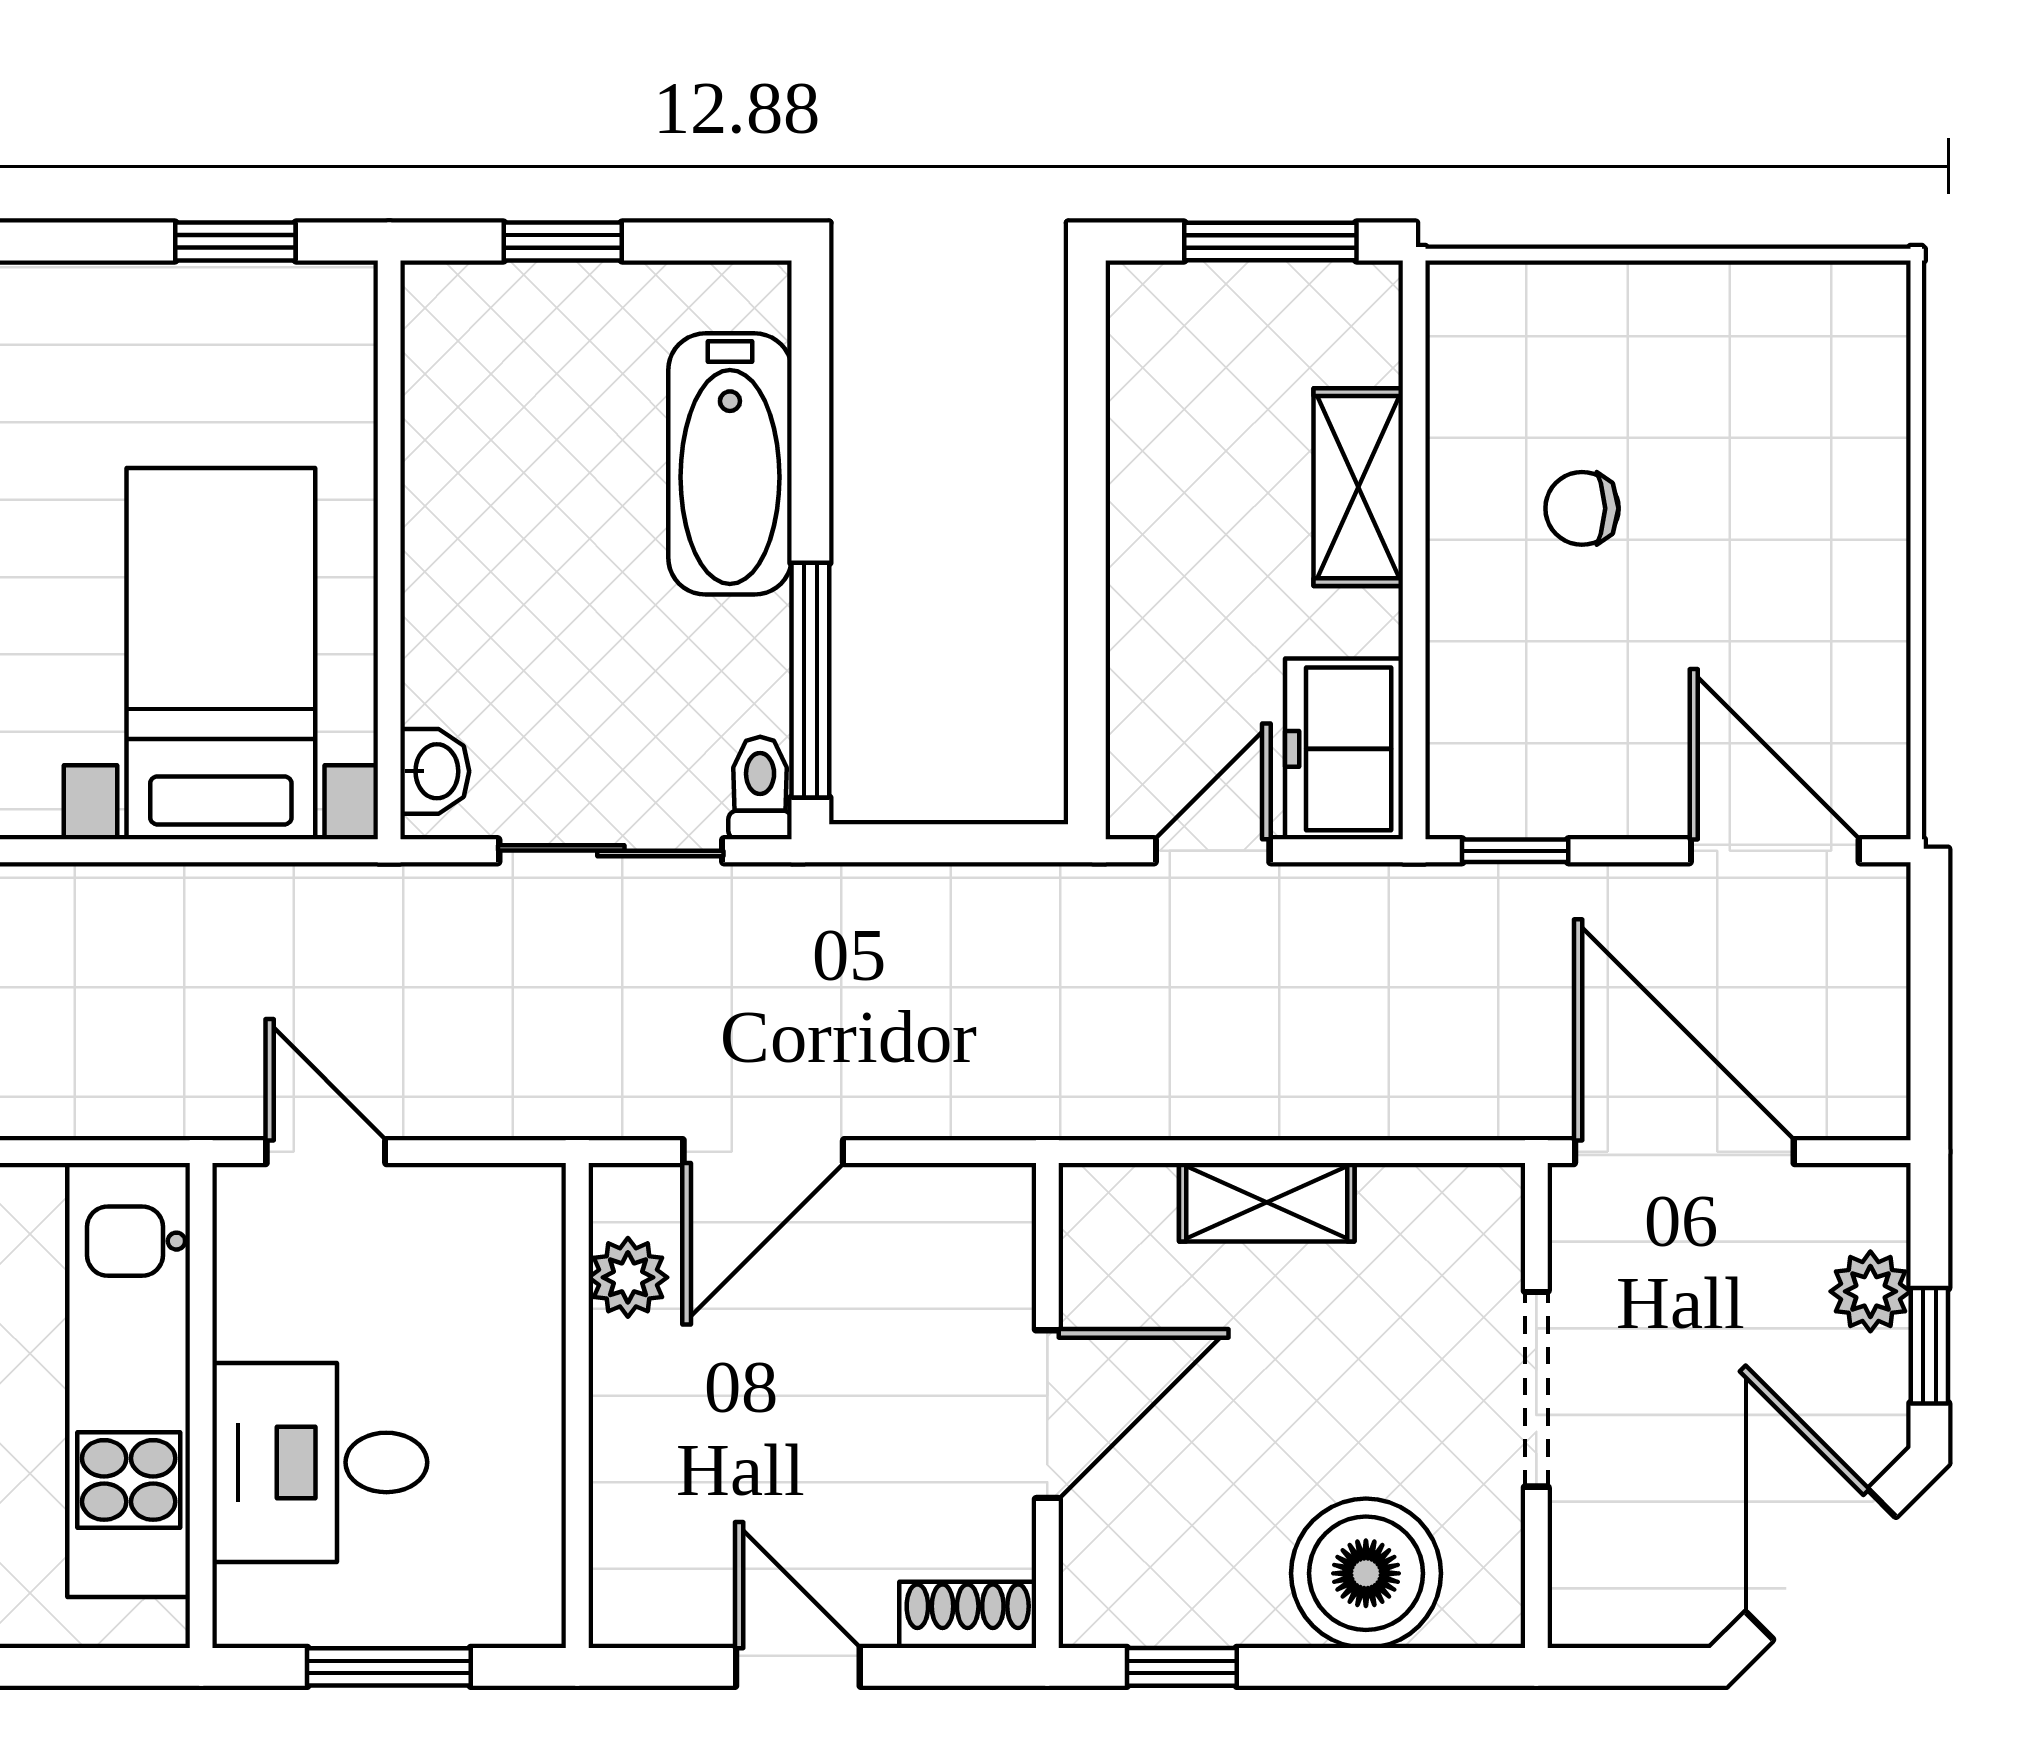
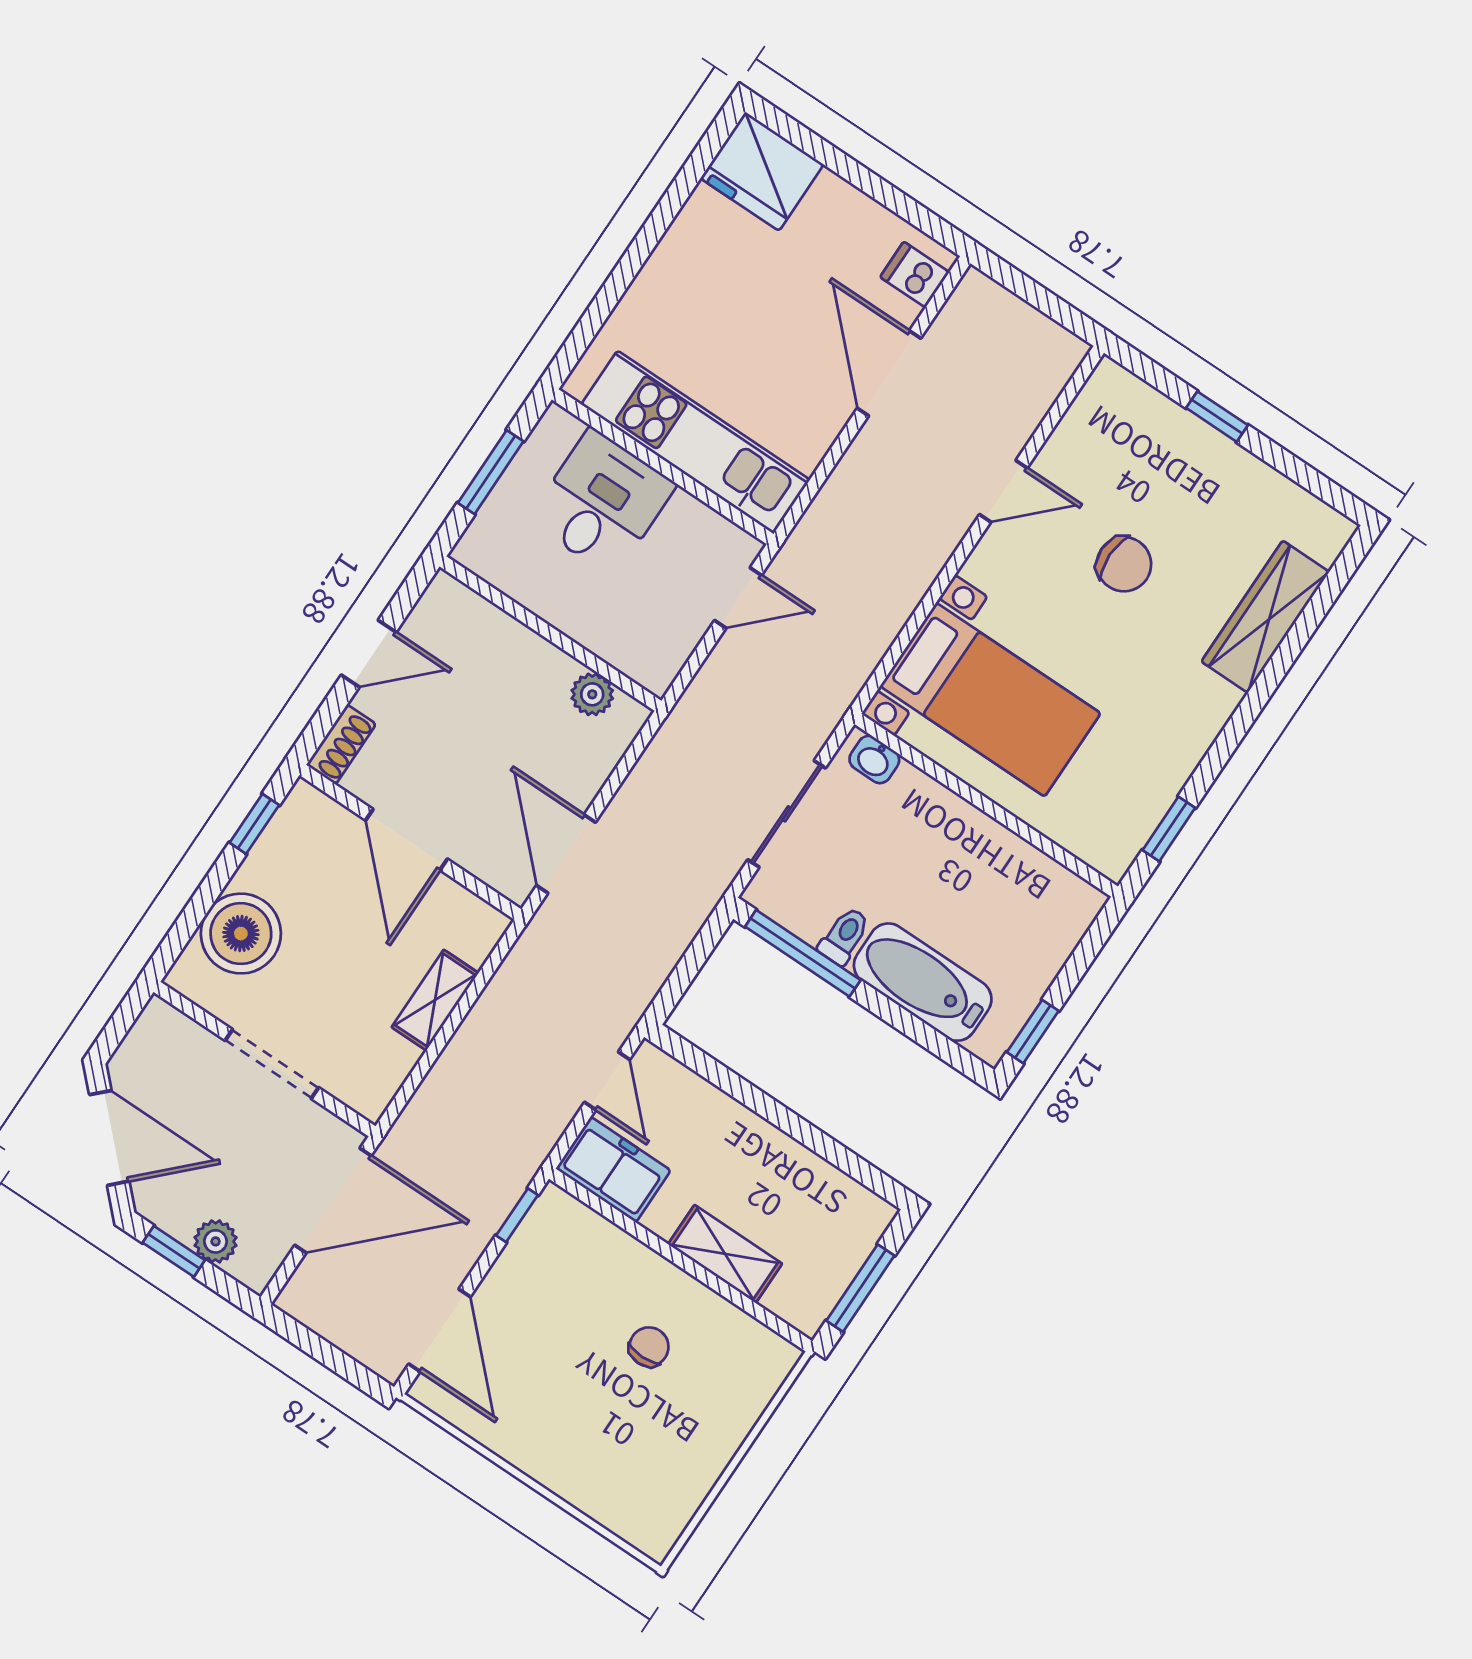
window: (563, 241) -> (1033, 1032), moved
toilet: (760, 788) -> (844, 936), moved, turned -90
door: (1775, 851) -> (440, 1330), hinge flipped
door: (763, 1152) -> (566, 854), moved

